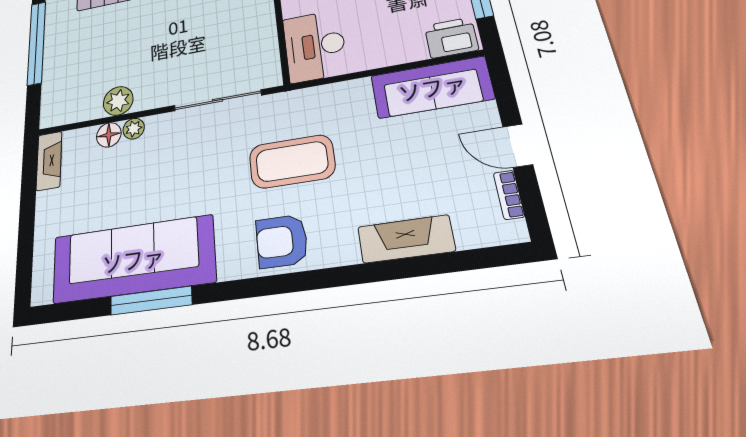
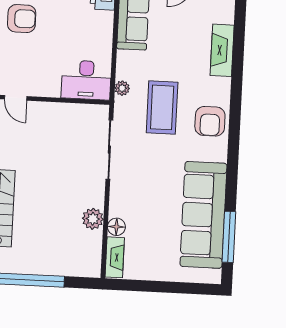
plant: (134, 129) -> (122, 88), moved
fireplace: (49, 161) -> (115, 257), moved, turned 90
window: (151, 301) -> (229, 237), moved

